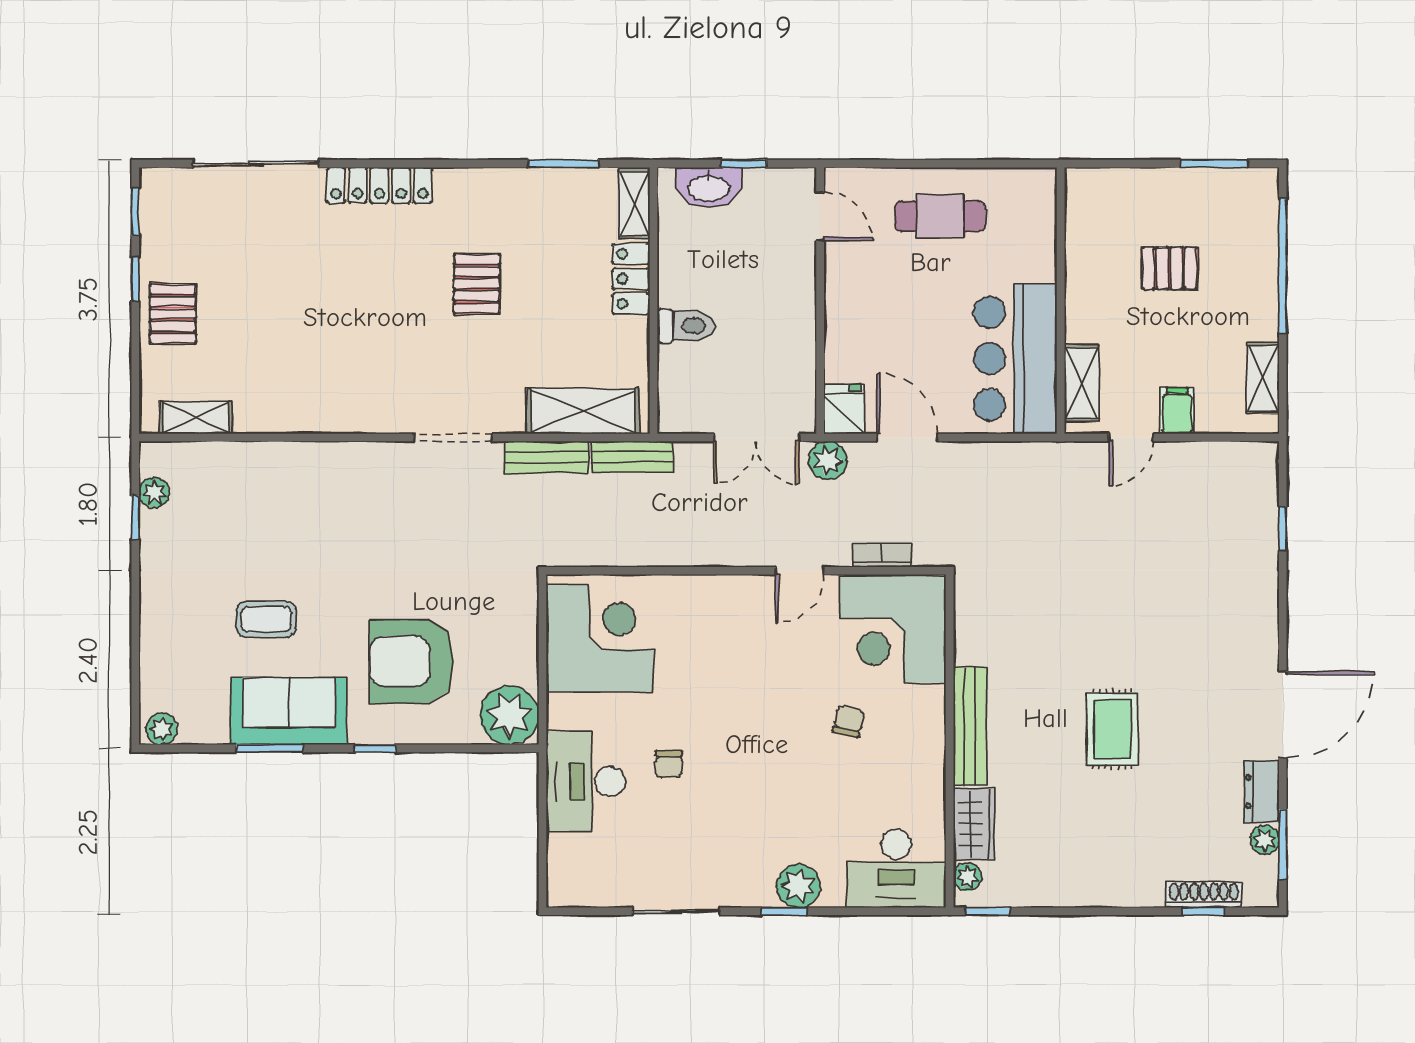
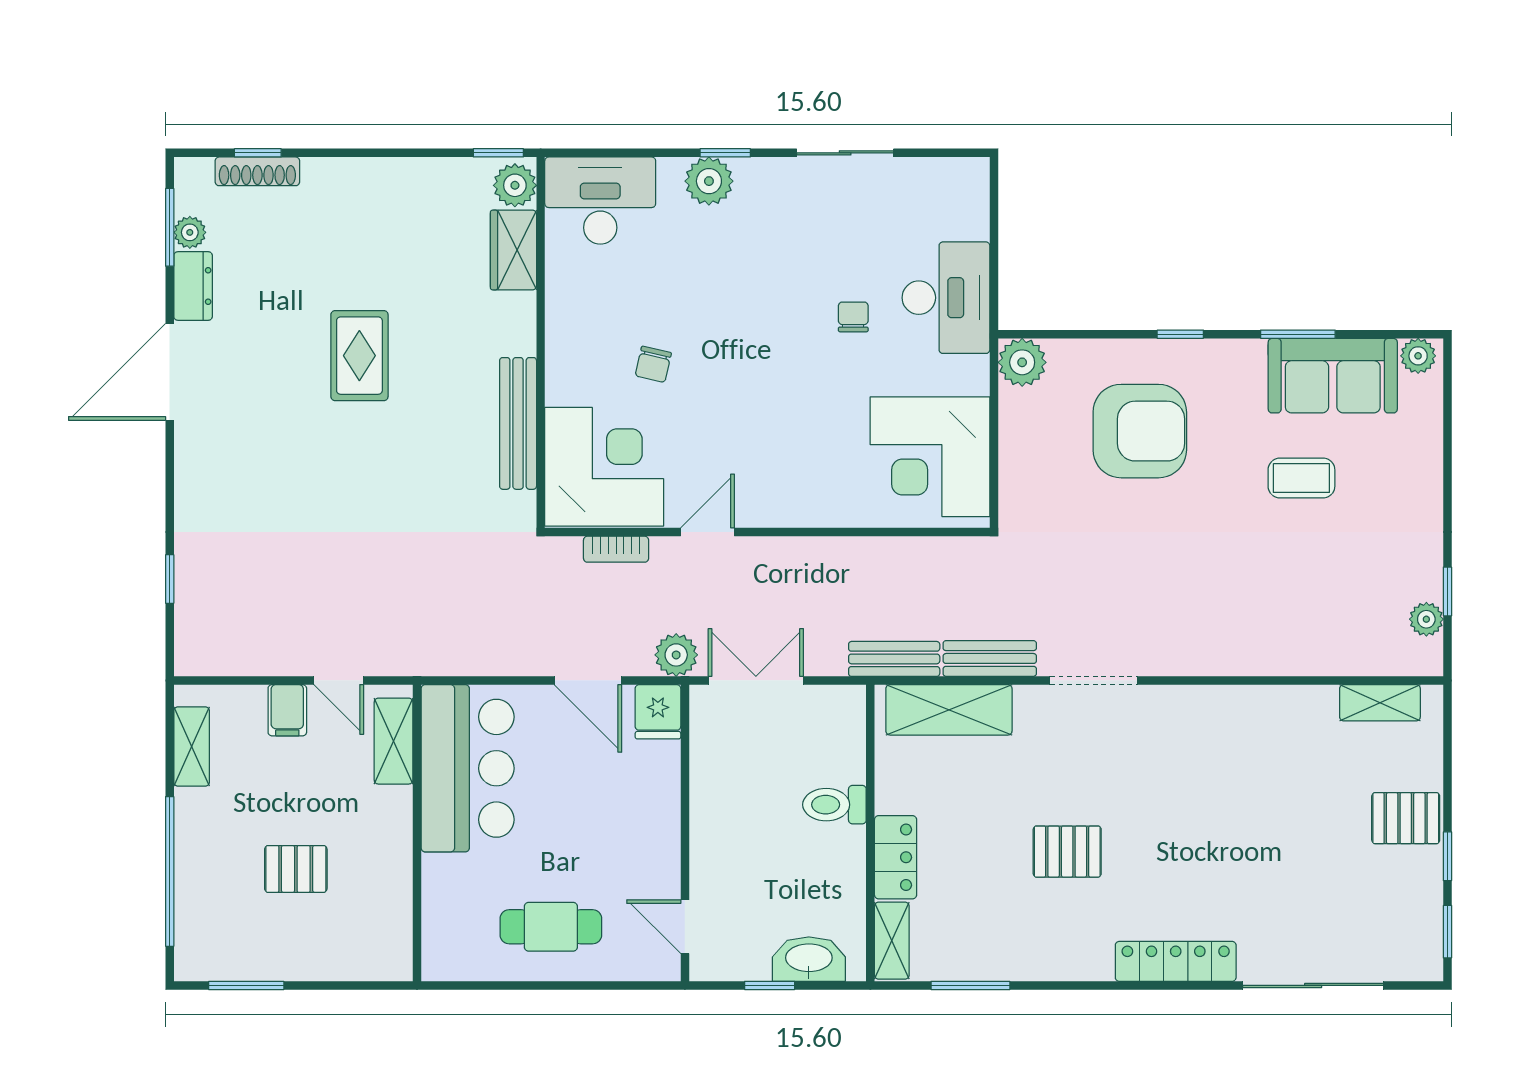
pallet: (477, 284) -> (1067, 852), turned 90
pallet: (173, 314) -> (1406, 818), turned 90
door: (1131, 437) -> (339, 680), swing flipped
sofa: (289, 711) -> (1333, 376), moved
plant: (509, 715) -> (1022, 362), width x0.73, depth x0.73
bench: (970, 726) -> (518, 423), moved
plant: (967, 877) -> (515, 185), width x1.38, depth x1.38

